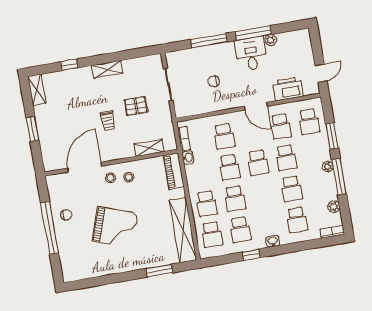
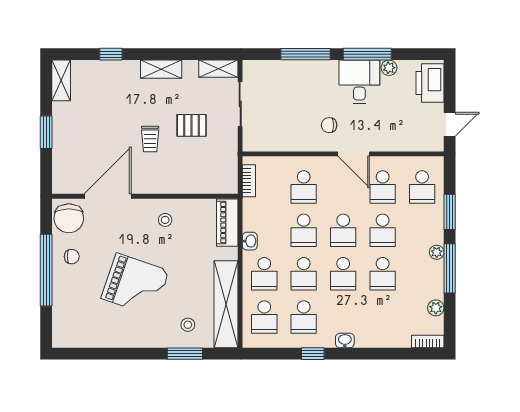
chair: (214, 81) -> (329, 125), moved
printer: (288, 89) -> (430, 83), moved, turned -90
shelving: (149, 148) -> (218, 69), moved
washbasin: (188, 158) -> (250, 241), moved
stool: (110, 178) -> (188, 325), moved
chair: (59, 188) -> (69, 218), added
school desk: (297, 220) -> (343, 274), moved

